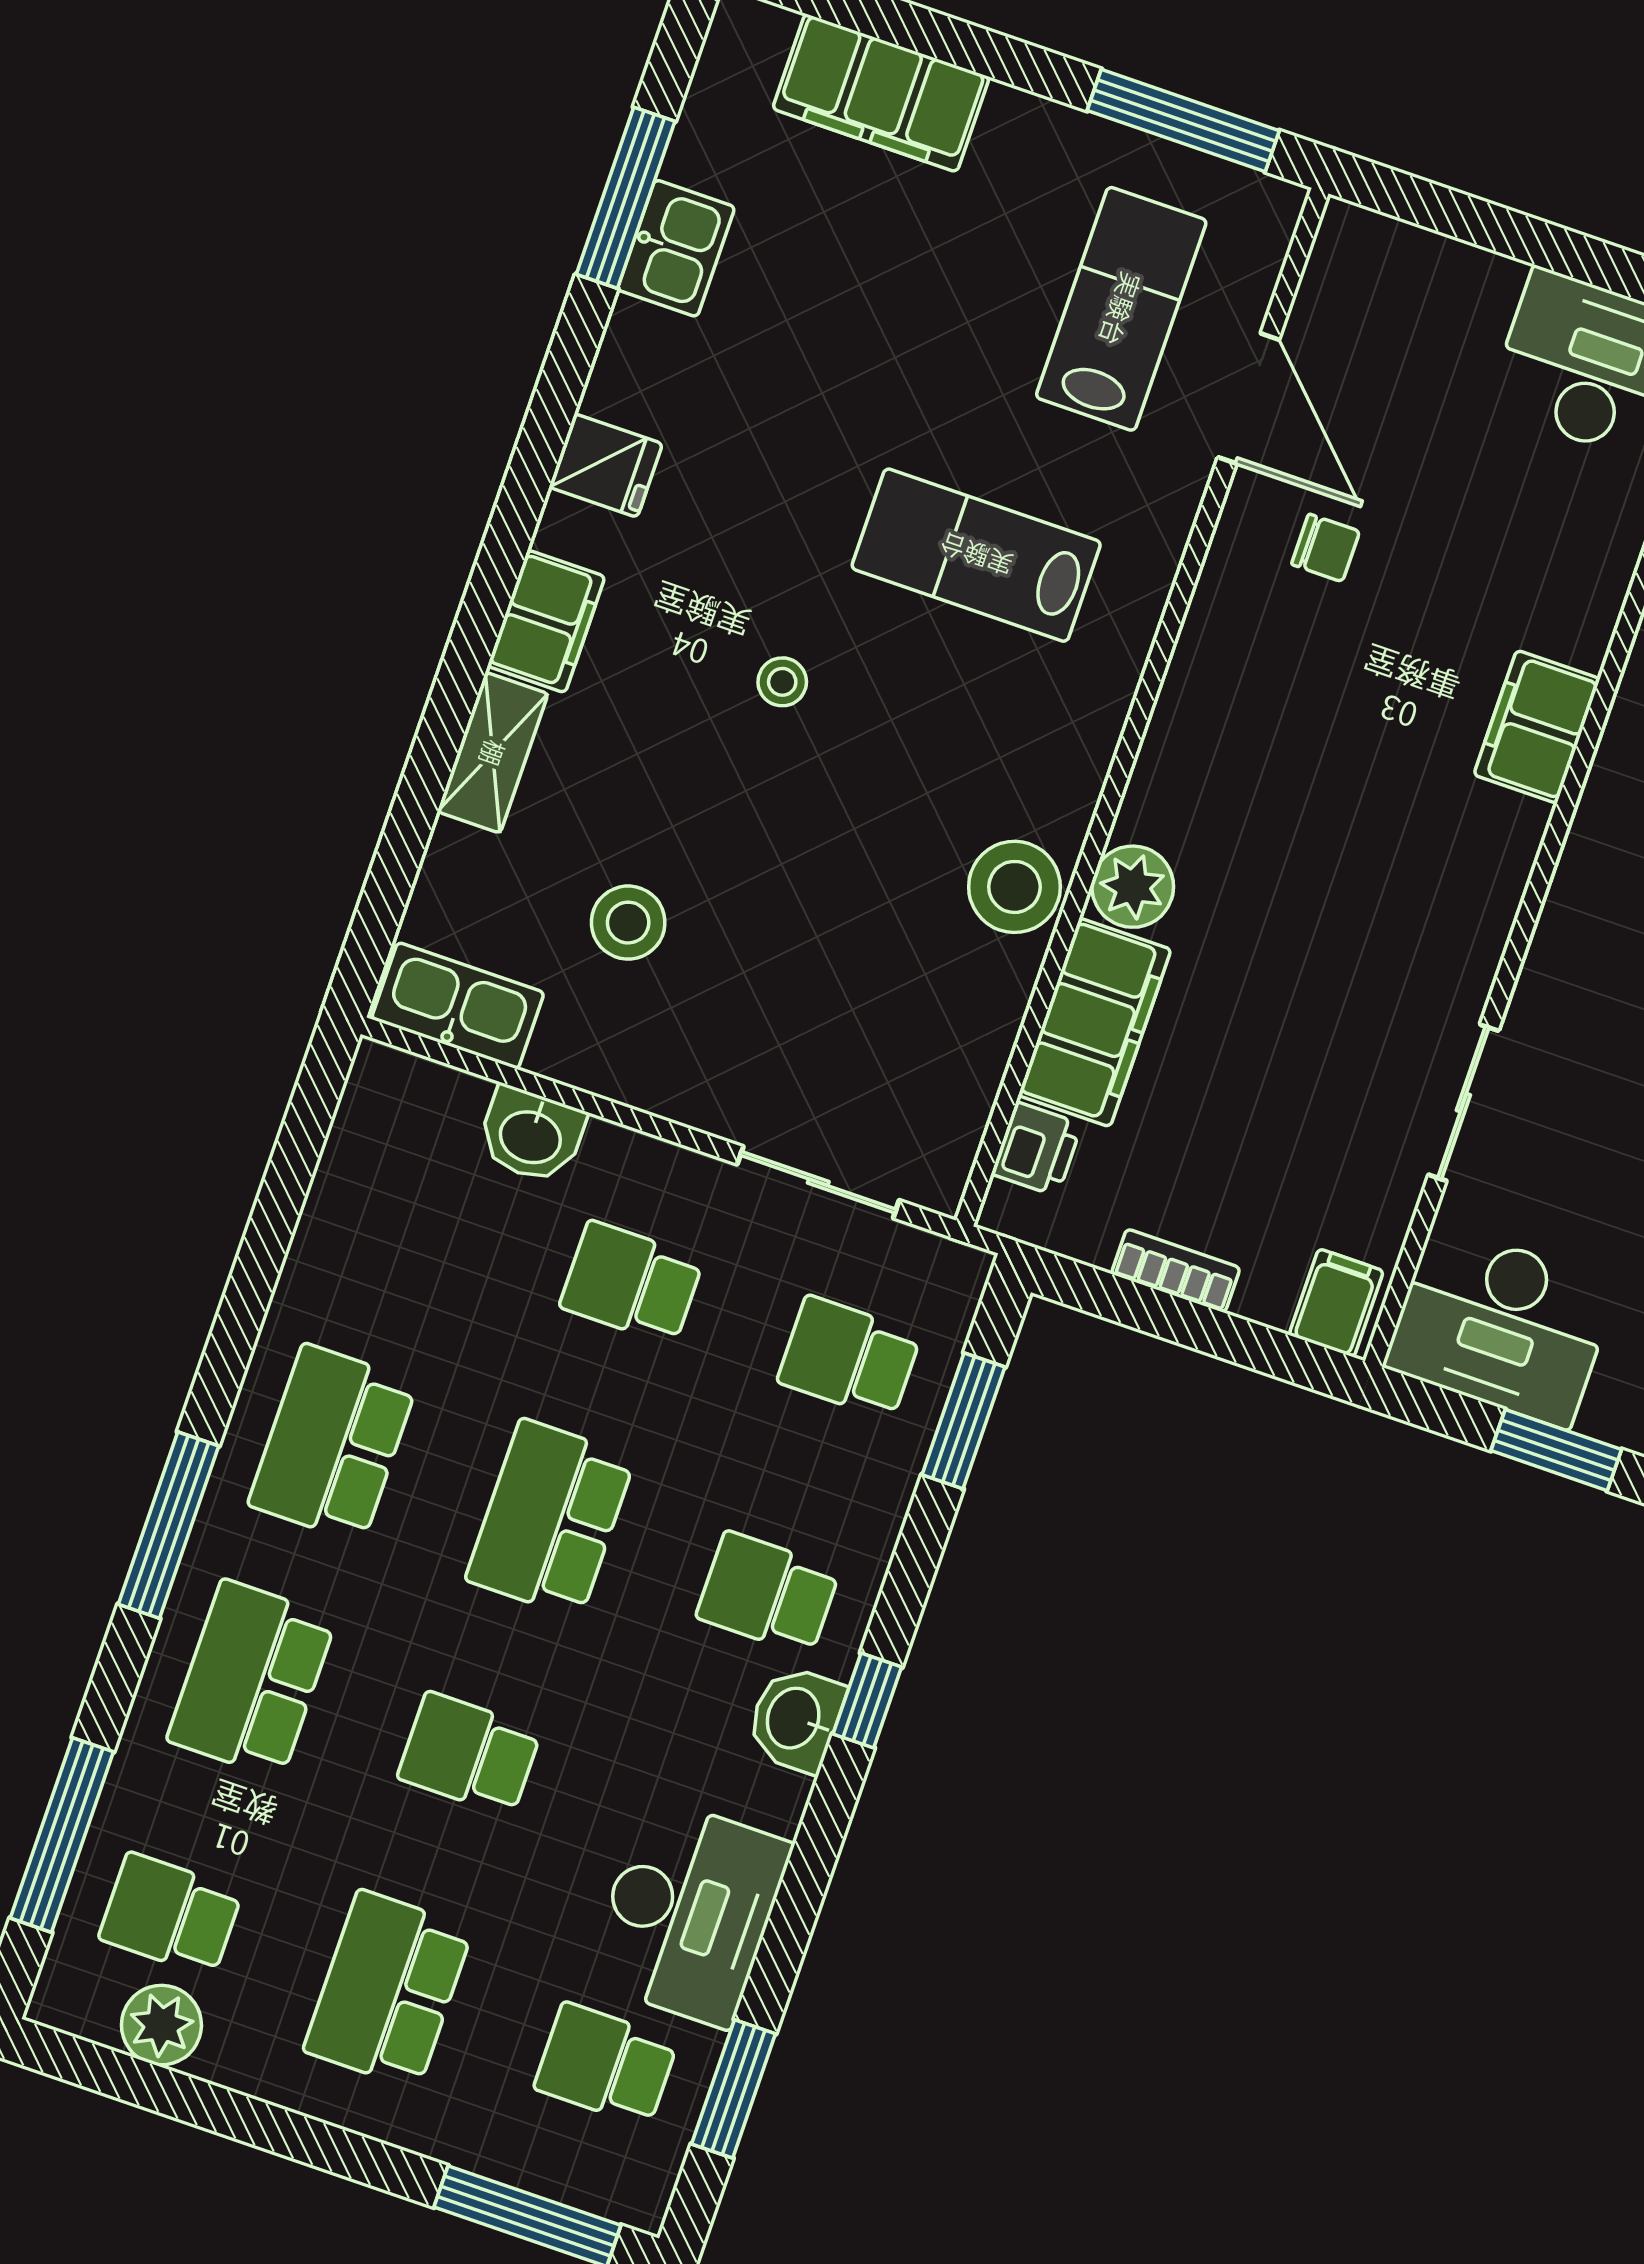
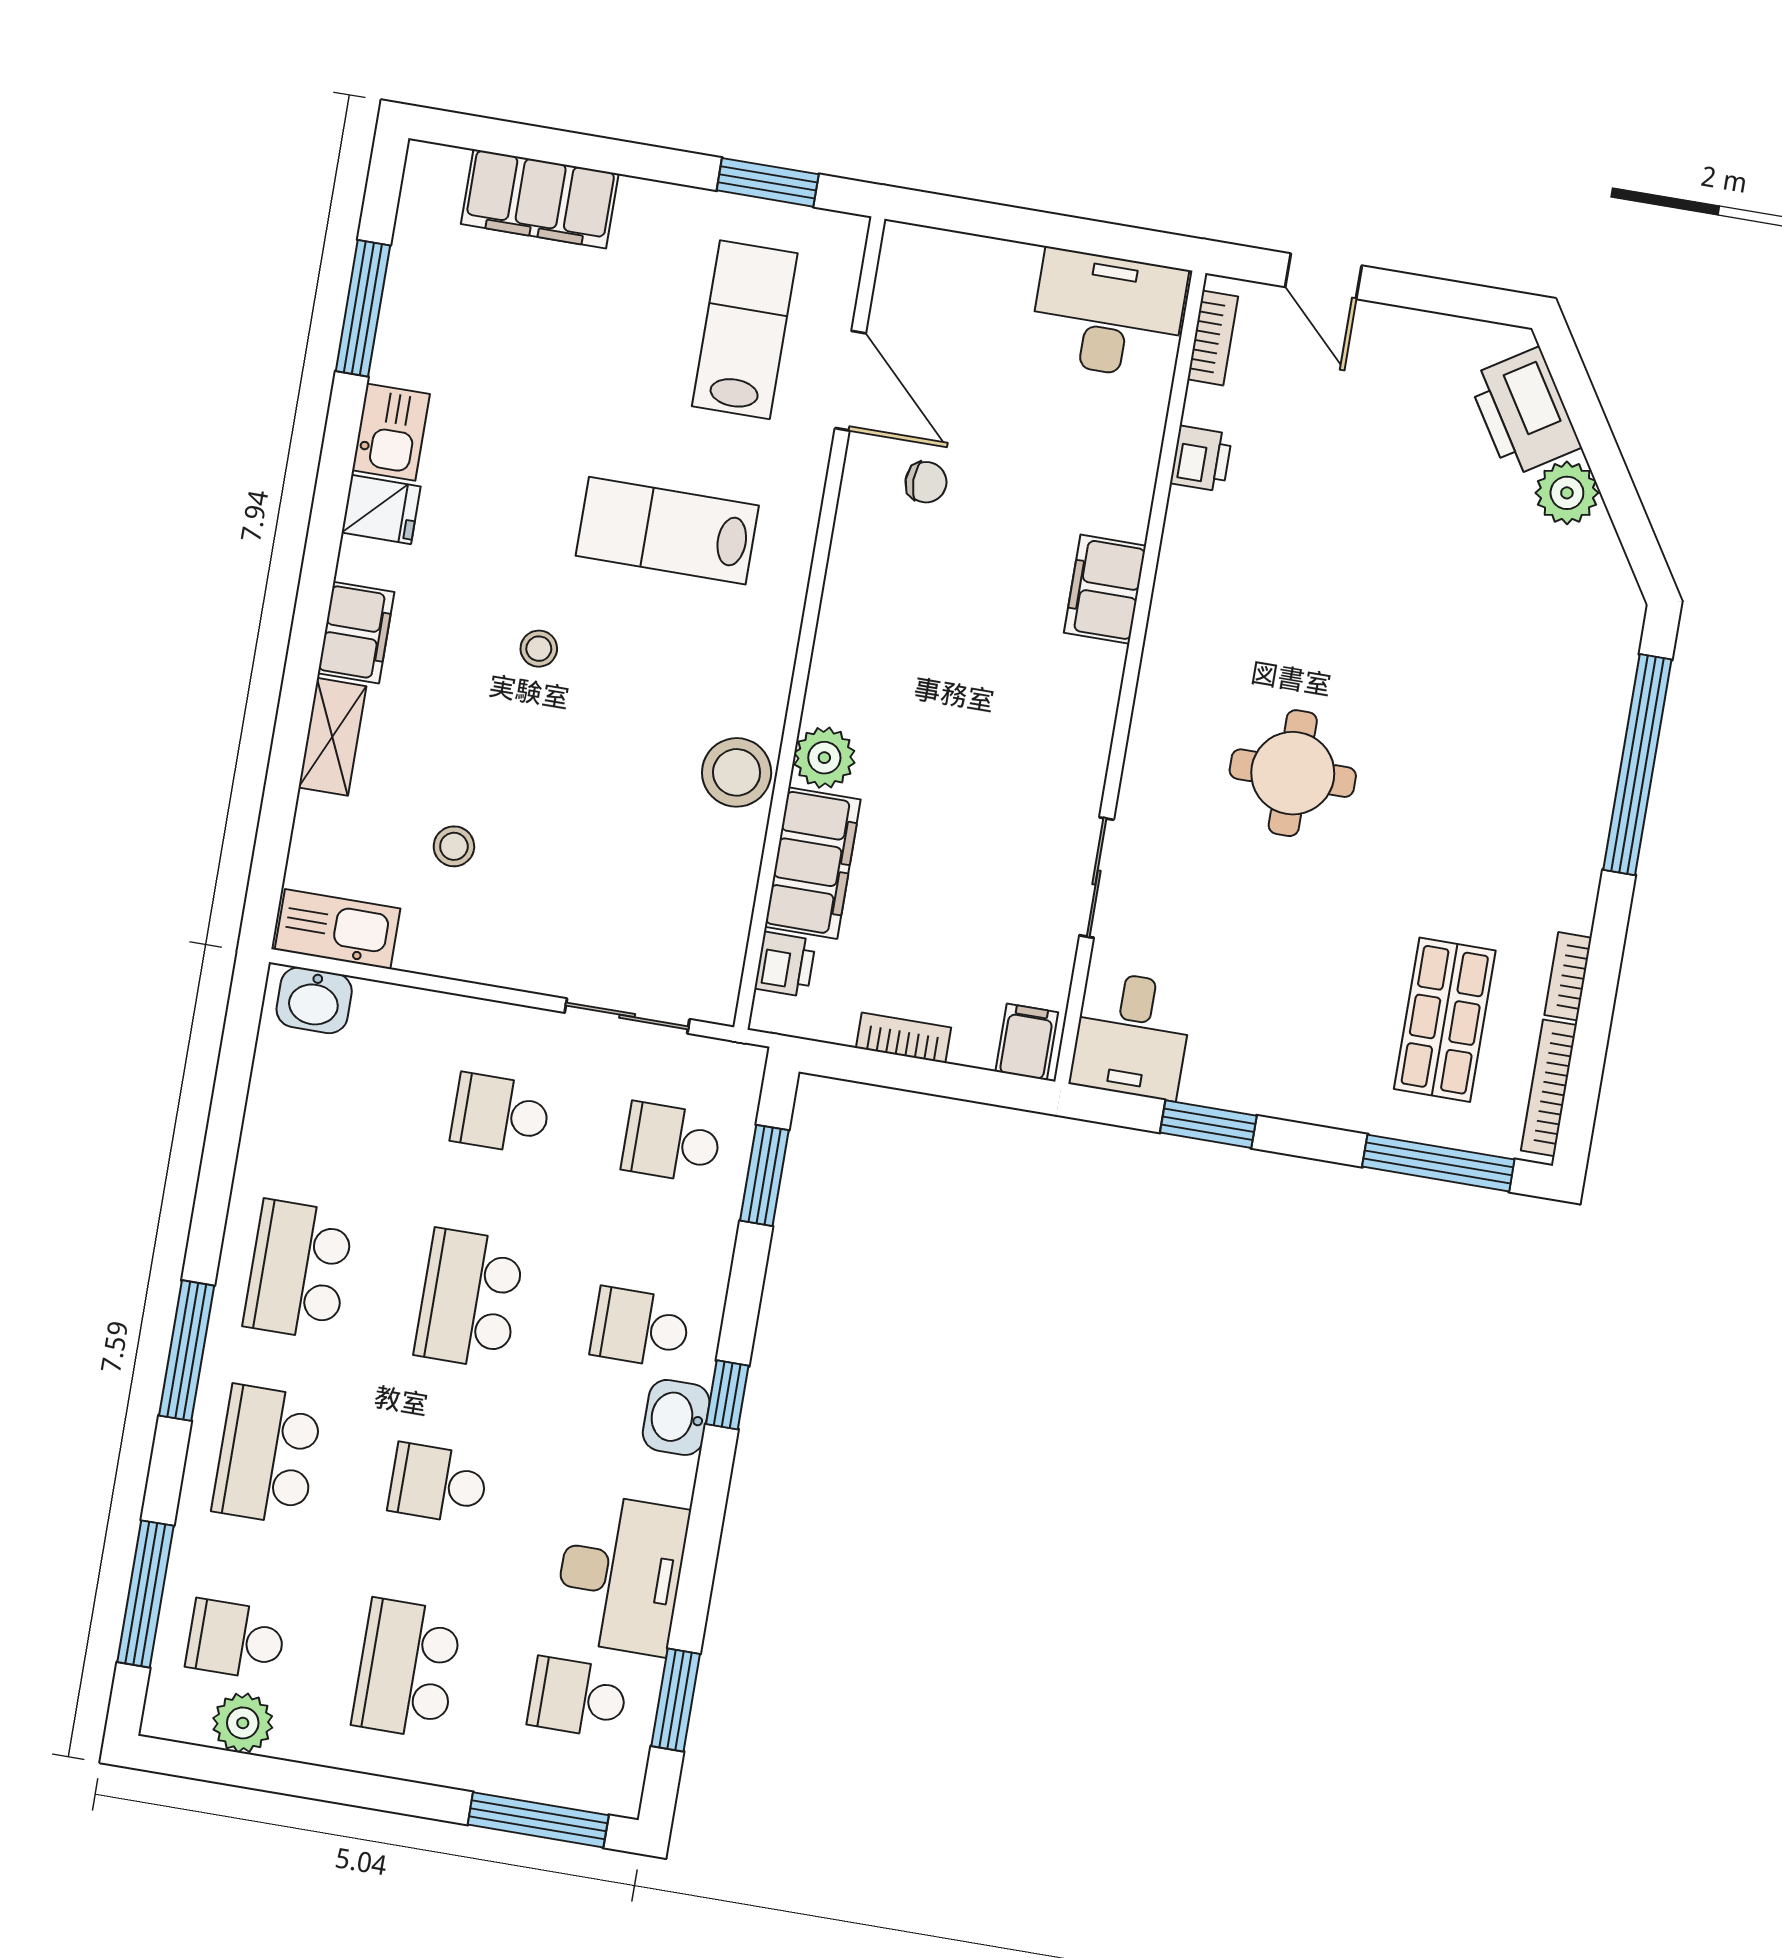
window: (1183, 121) -> (768, 182), width x0.69
kitchen sink: (676, 248) -> (391, 432), moved
stool: (628, 923) -> (454, 846), width x0.73, depth x0.73
washbasin: (531, 1135) -> (314, 1000), moved
desk: (1501, 1326) -> (1132, 1035), width x0.73

